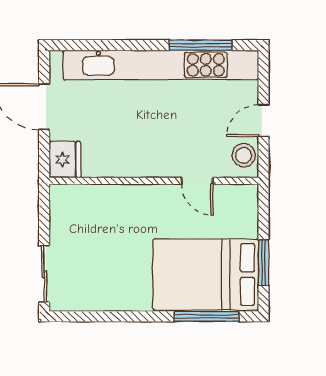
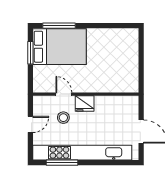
stool: (244, 155) -> (63, 118), moved
fridge: (65, 160) -> (85, 103), moved, turned -90
sliding door: (44, 274) -> (141, 47), removed

